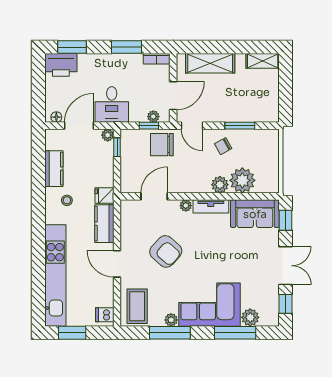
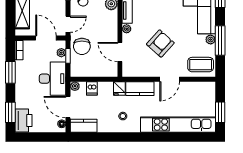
desk: (112, 105) -> (53, 79), width x1.37
window: (117, 147) -> (84, 79), removed
kitchen counter: (54, 169) -> (84, 126), moved
dishwasher: (105, 315) -> (92, 88), moved

